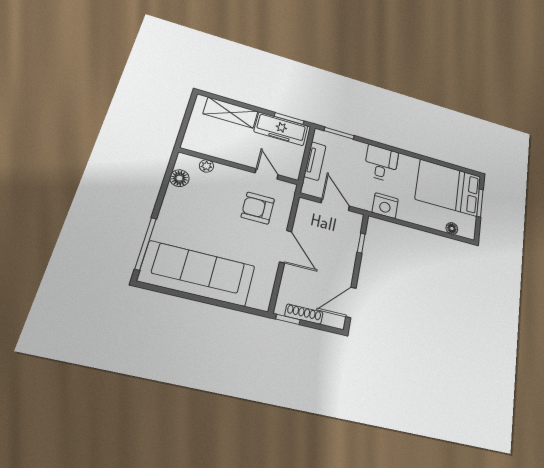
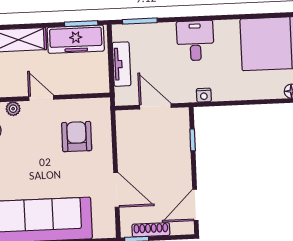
door: (267, 174) -> (41, 98), moved
nightstand: (385, 206) -> (204, 95), width x0.53, depth x0.56
armchair: (258, 208) -> (77, 137), turned 90
door: (286, 247) -> (116, 190), moved

